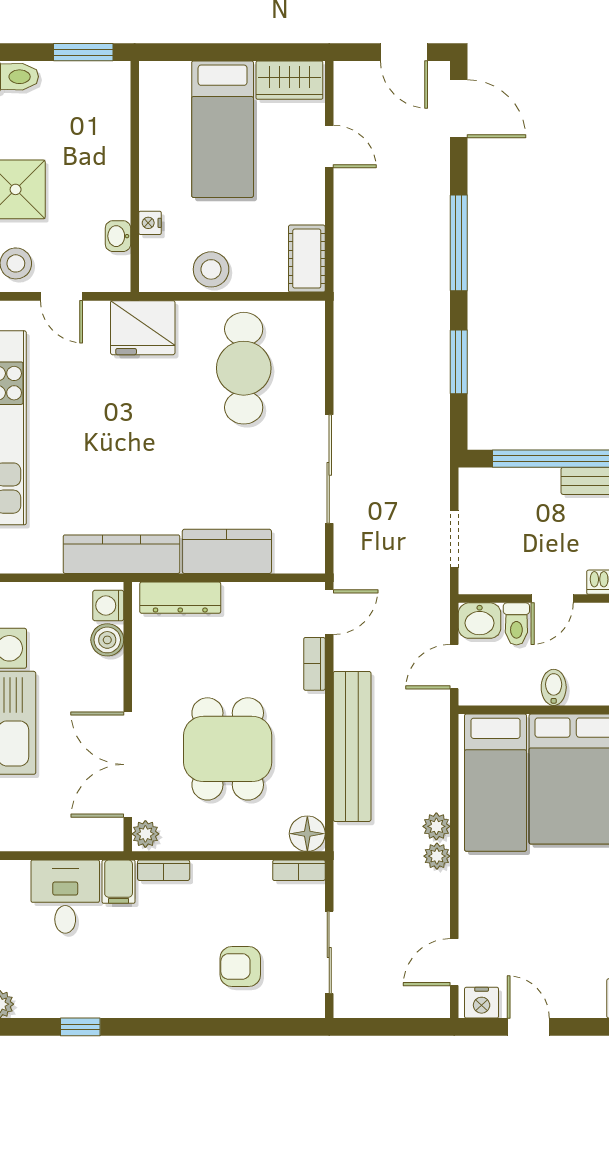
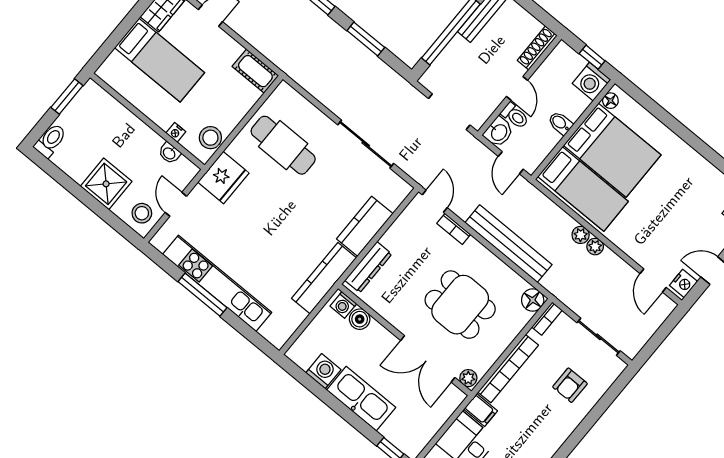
stool: (211, 269) -> (210, 138), moved
door: (62, 296) -> (176, 204), swing flipped
doorway: (454, 539) -> (449, 112), width x1.38
bookcase: (164, 870) -> (508, 369), width x2.31, depth x1.31

